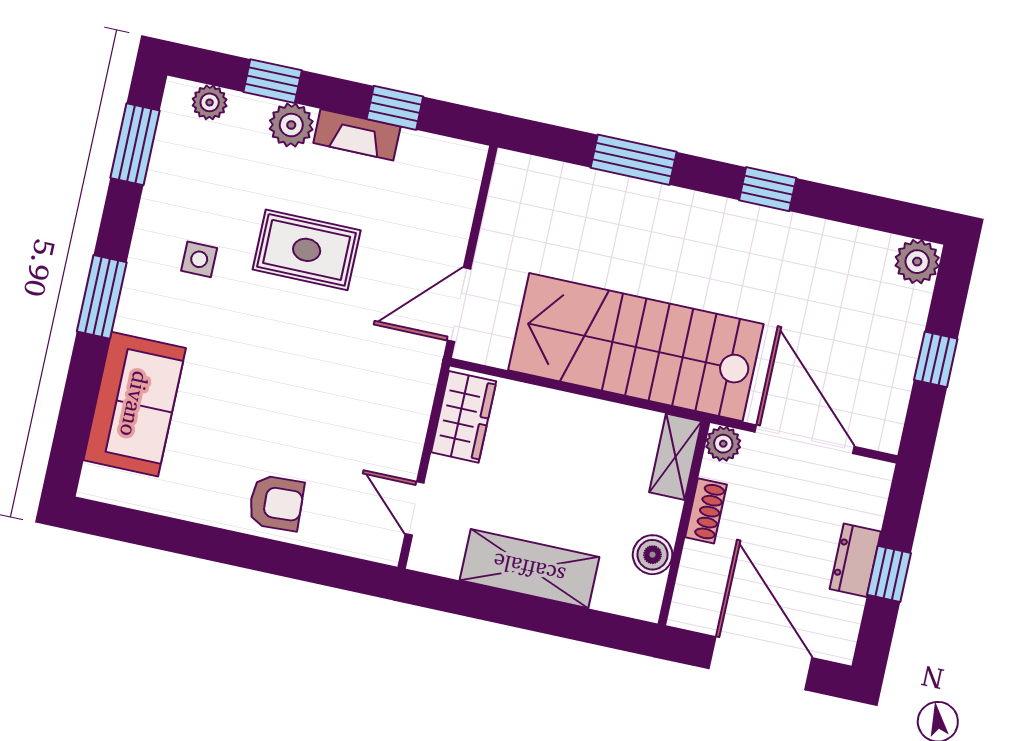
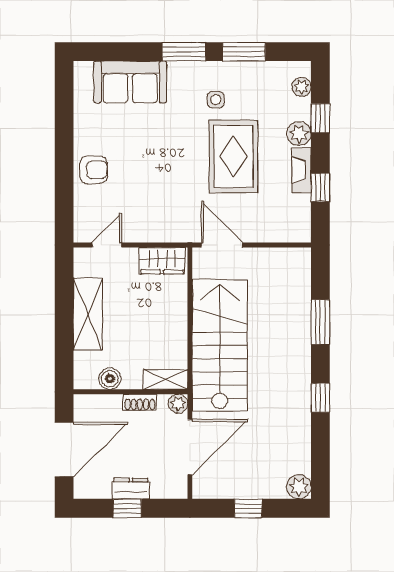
window: (135, 144) -> (244, 52), moved
rug: (307, 250) -> (233, 156), width x1.36, depth x1.43
armchair: (276, 503) -> (94, 170), turned -87

